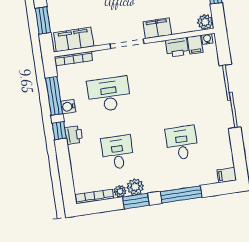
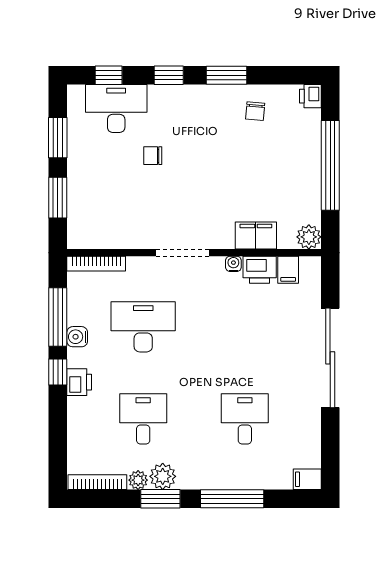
filing cabinet: (157, 28) -> (256, 236), moved
filing cabinet: (74, 39) -> (101, 234), removed
water cooler: (207, 39) -> (233, 264), moved

